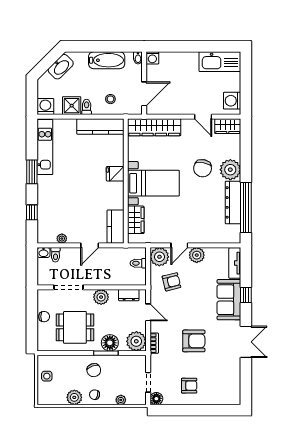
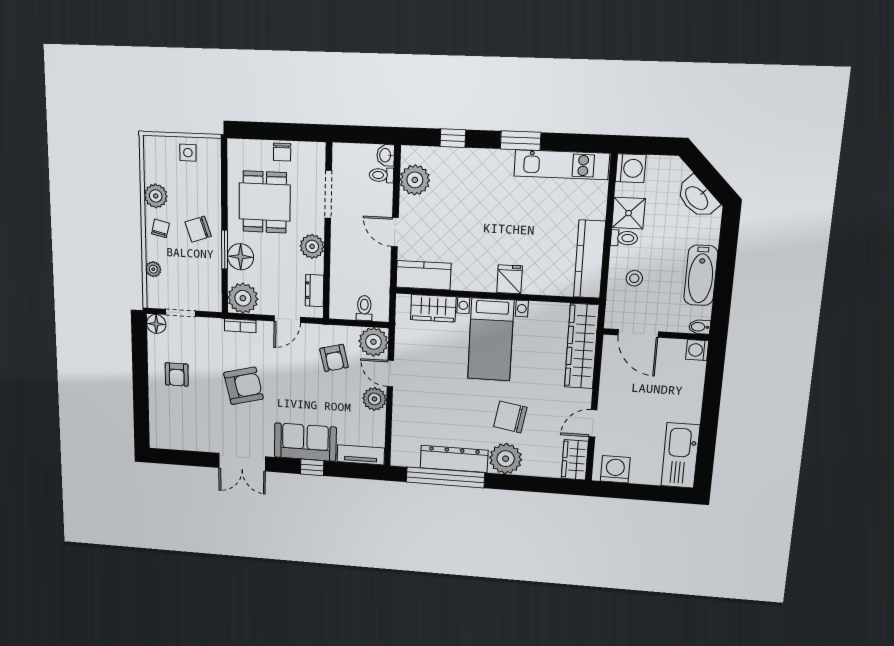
plant: (62, 239) -> (415, 180), width x1.88, depth x1.88
armchair: (194, 341) -> (243, 386), turned -104

